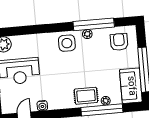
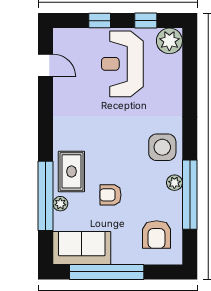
armchair: (119, 42) -> (157, 235), turned 90
armchair: (98, 71) -> (110, 195), added
water cooler: (42, 106) -> (61, 97), removed

